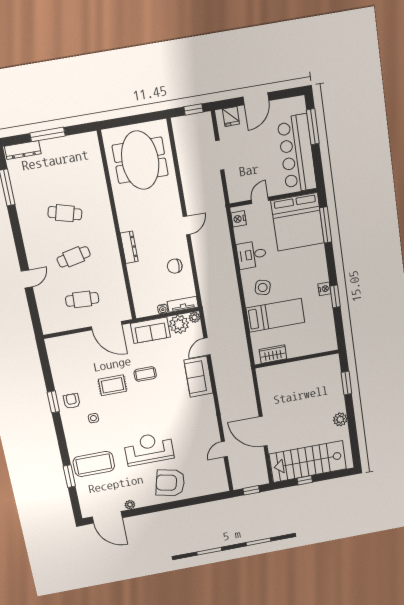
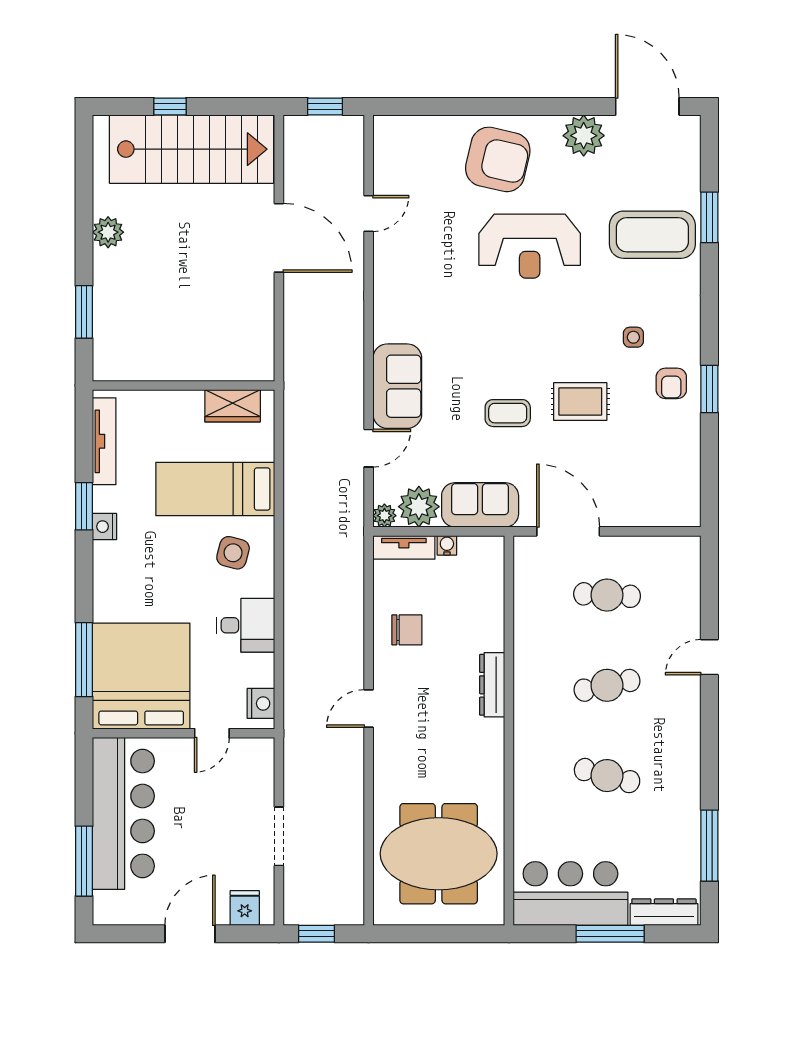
bar counter: (71, 151) -> (570, 893), added
meeting table: (140, 160) -> (439, 854), turned 90
tv unit: (330, 328) -> (104, 441), added
window: (305, 480) -> (170, 106), moved
plant: (130, 505) -> (584, 136), width x1.88, depth x1.88

